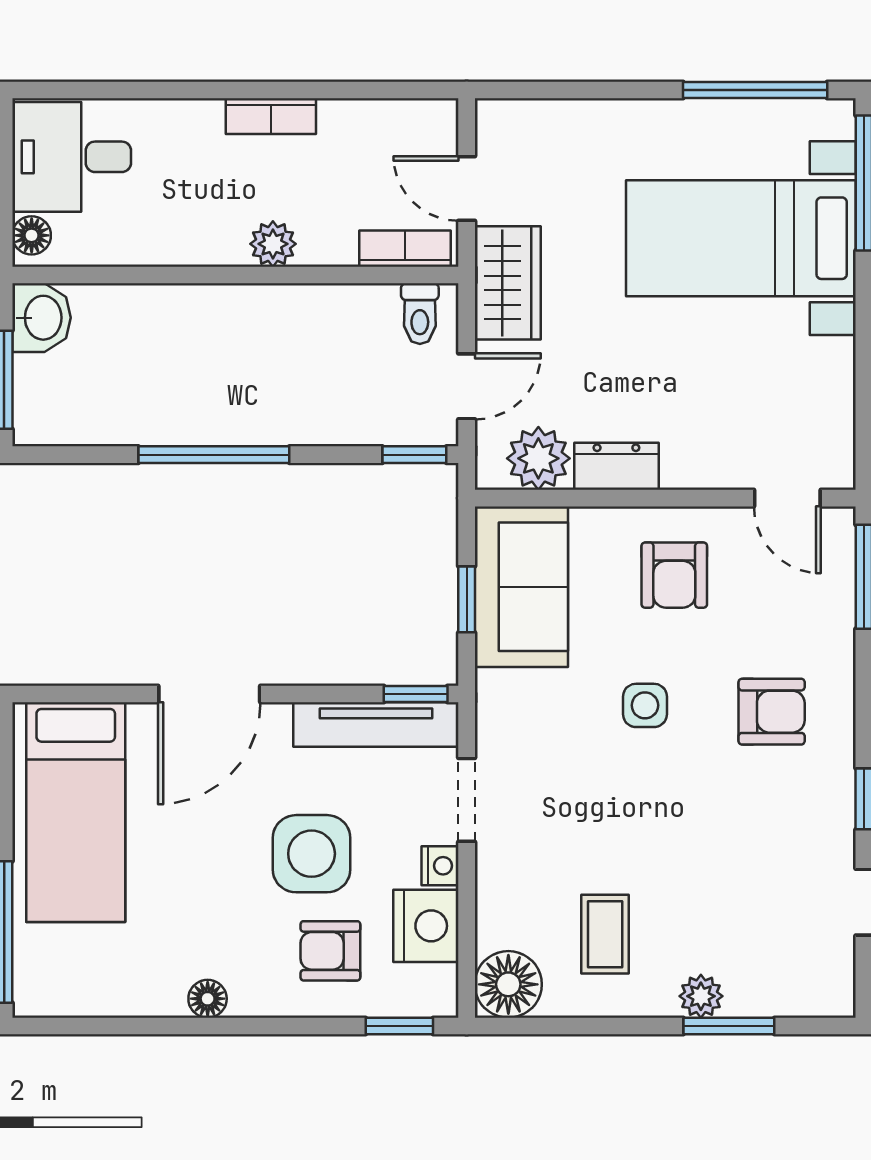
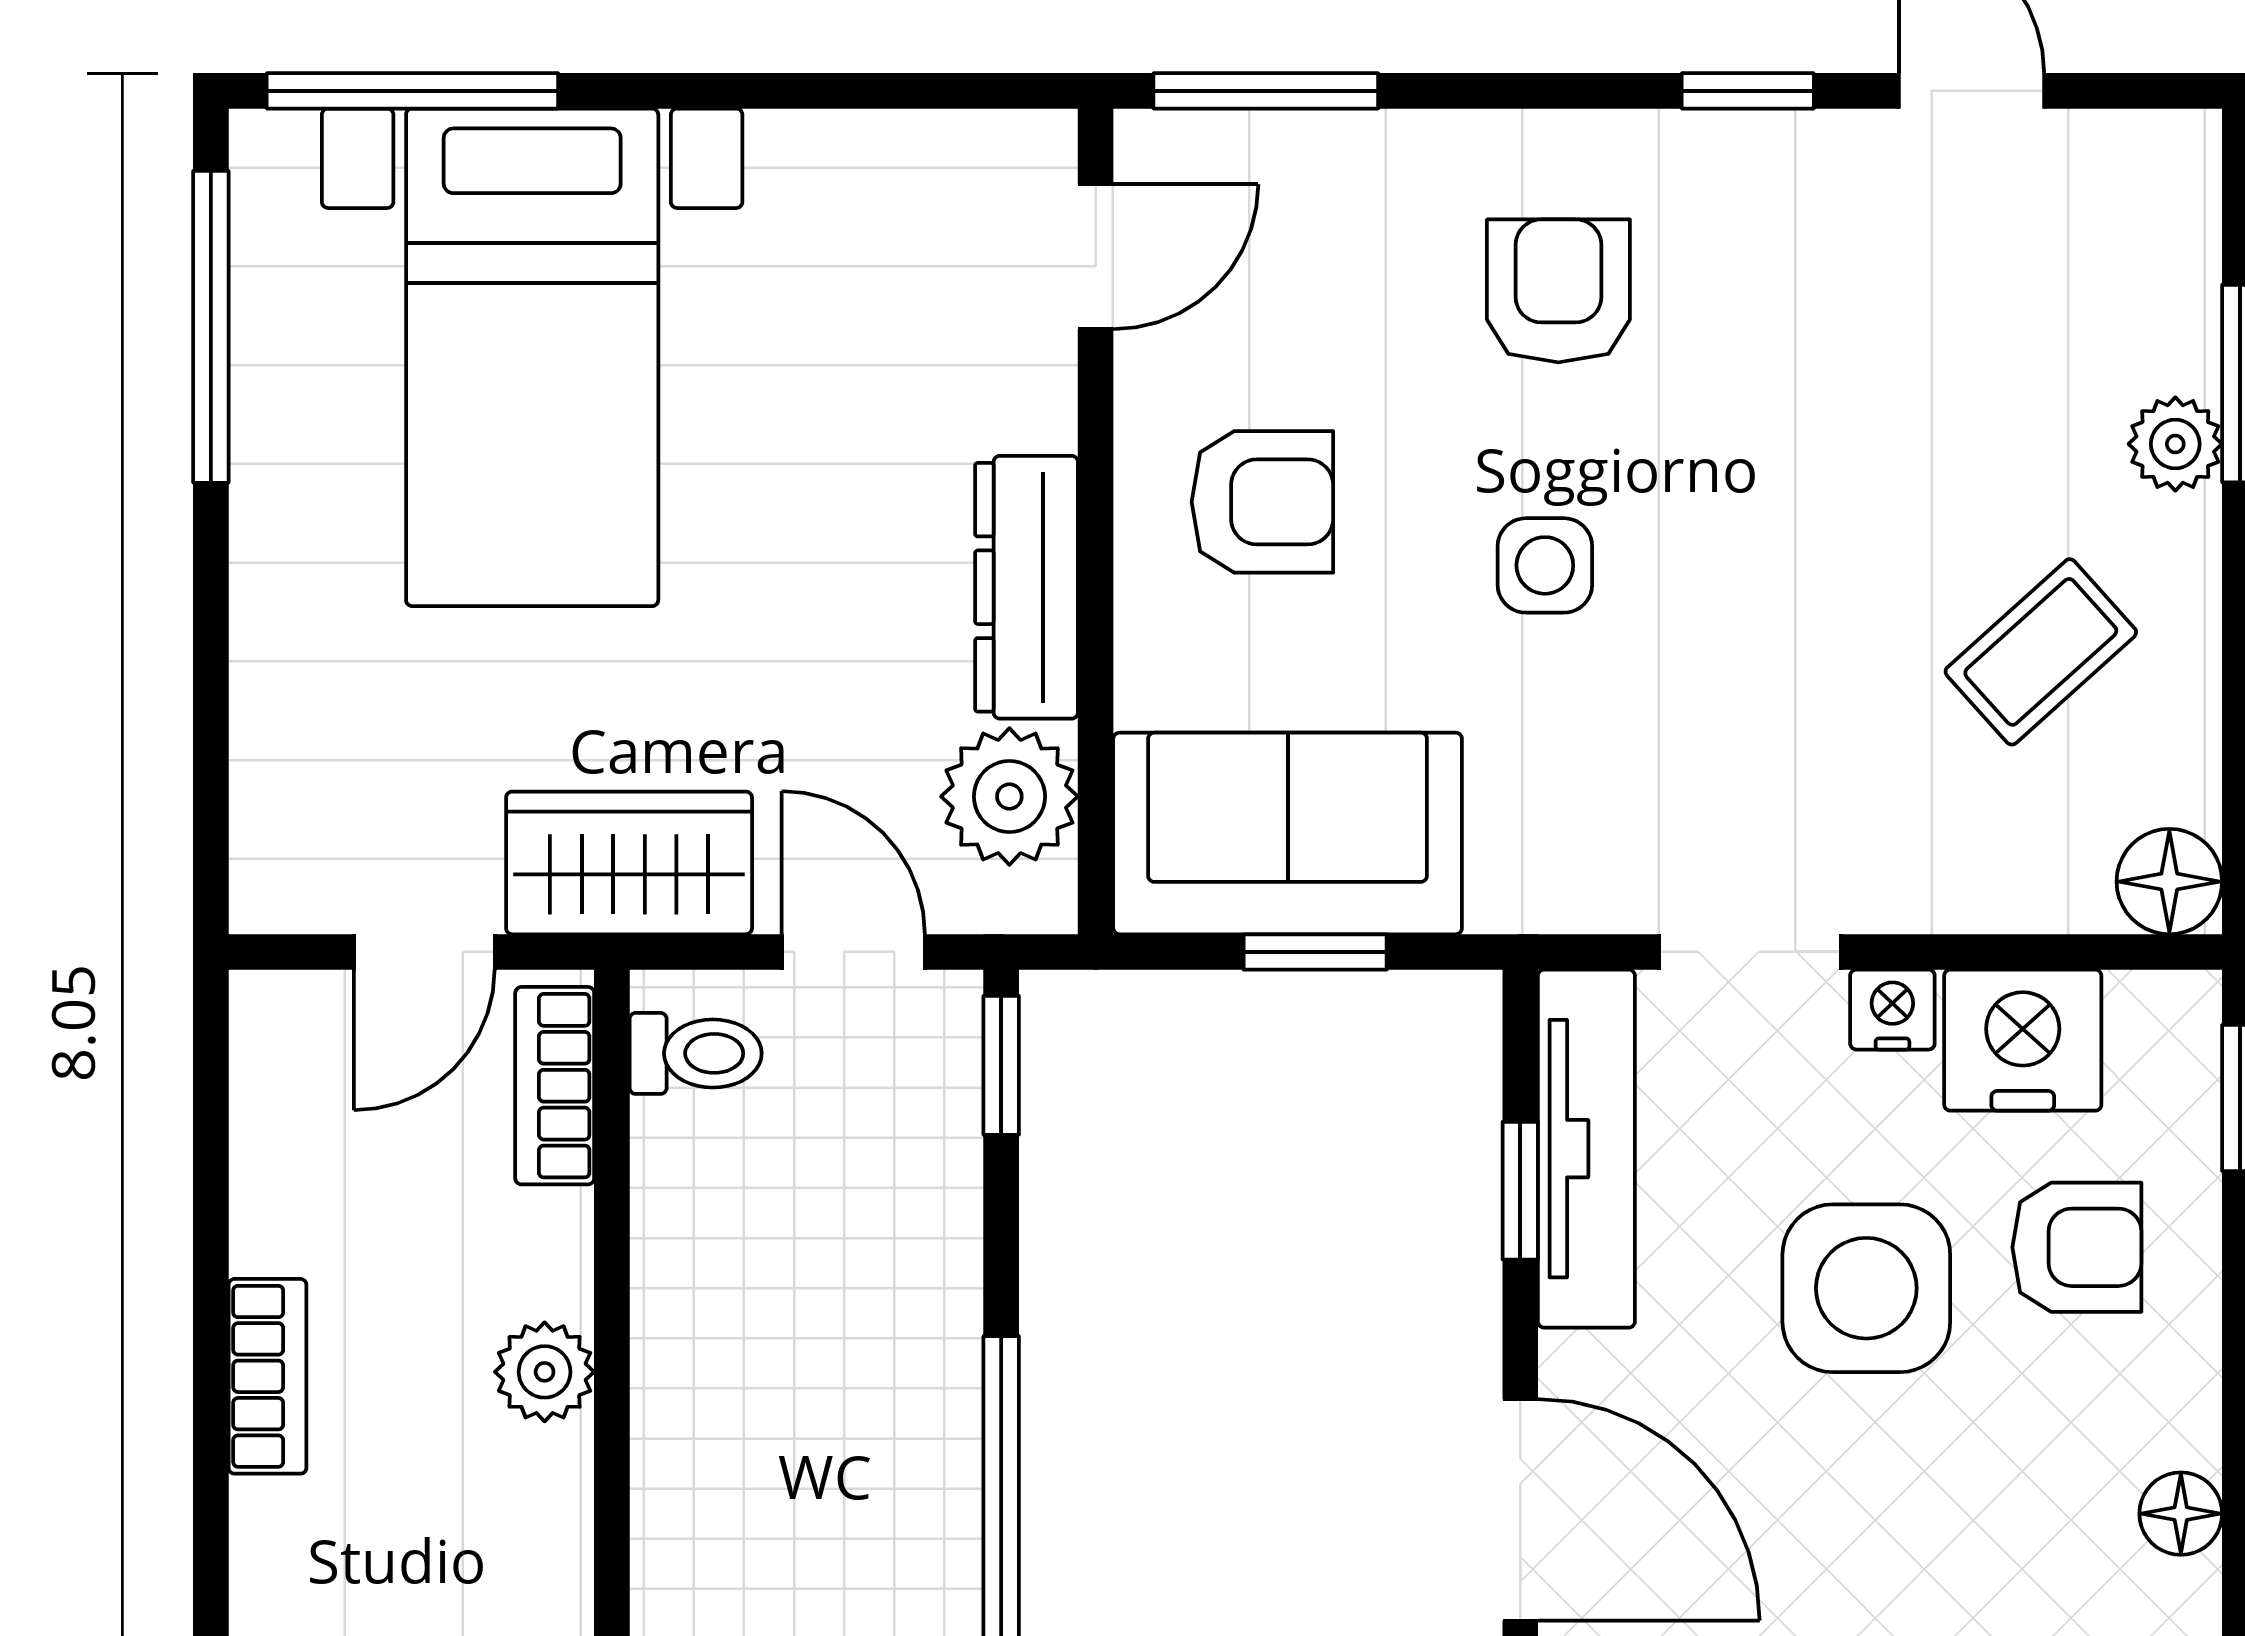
dresser: (616, 466) -> (1026, 587), width x1.44
window: (416, 694) -> (1520, 1191), moved
coffee table: (605, 934) -> (2041, 652), turned -42
armchair: (330, 951) -> (2077, 1247), turned -90
floor lamp: (508, 984) -> (2169, 882), width x0.73, depth x0.73

